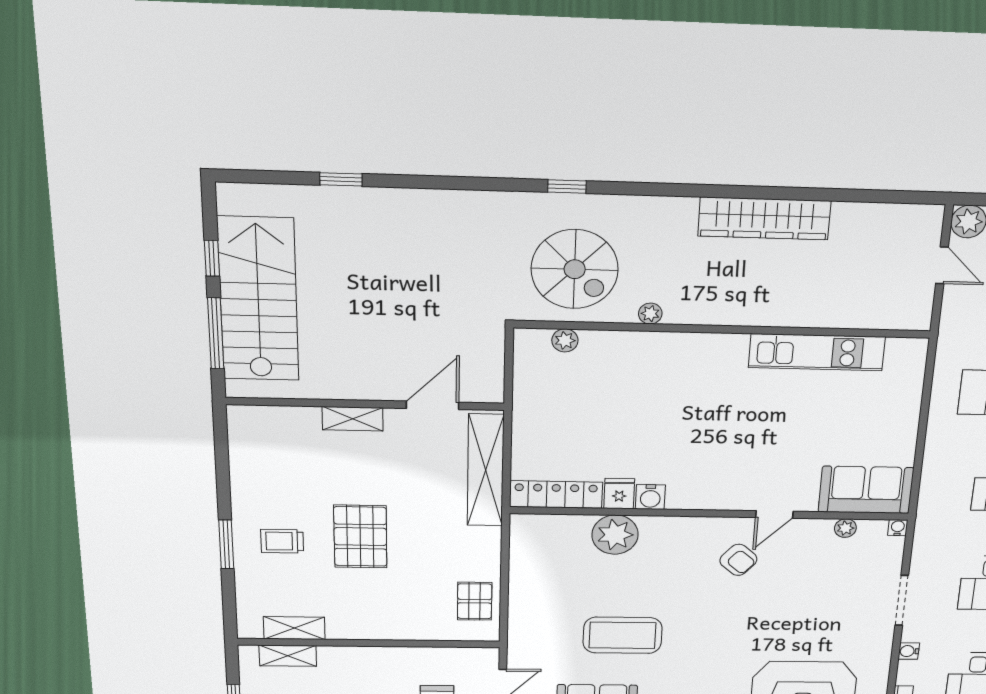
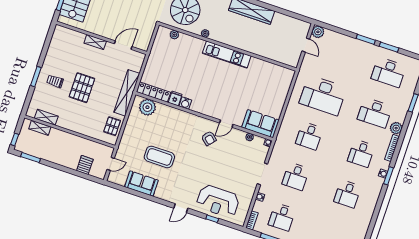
kitchen unit: (817, 352) -> (227, 55), moved
shelving: (485, 470) -> (127, 93), moved
plant: (615, 535) -> (147, 107), moved

